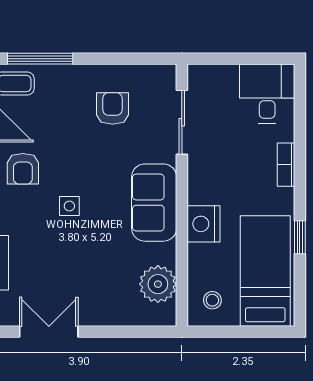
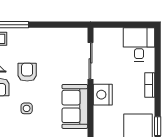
armchair: (113, 108) -> (27, 72), moved
nightstand: (203, 224) -> (103, 95), moved

